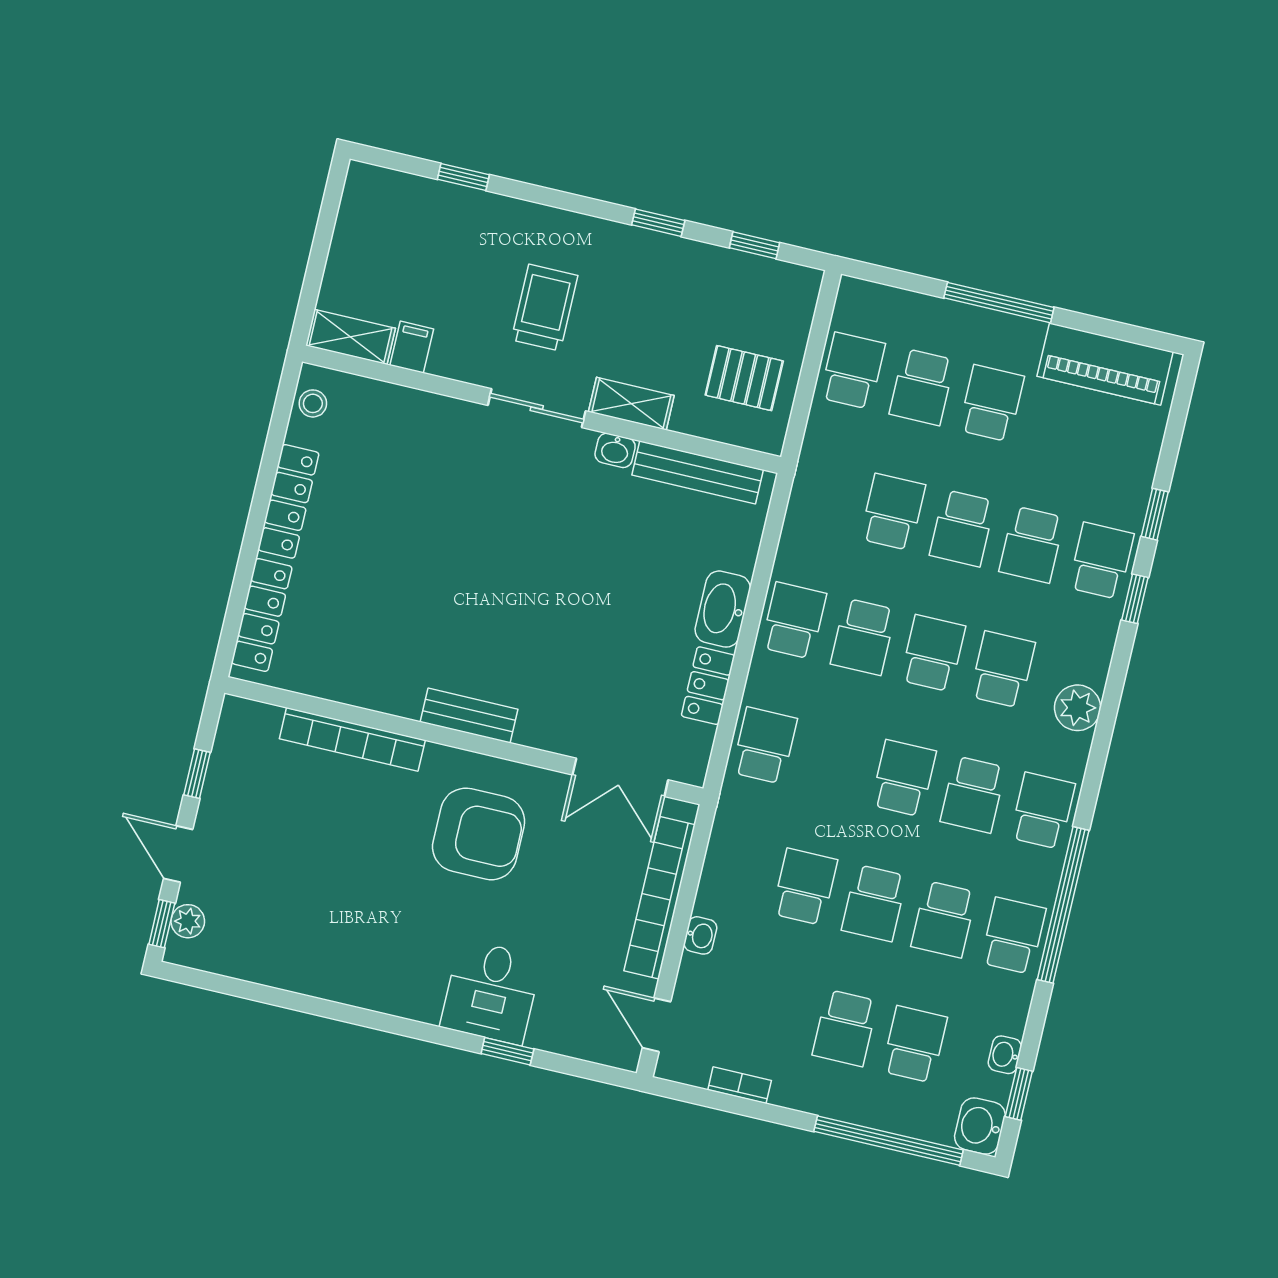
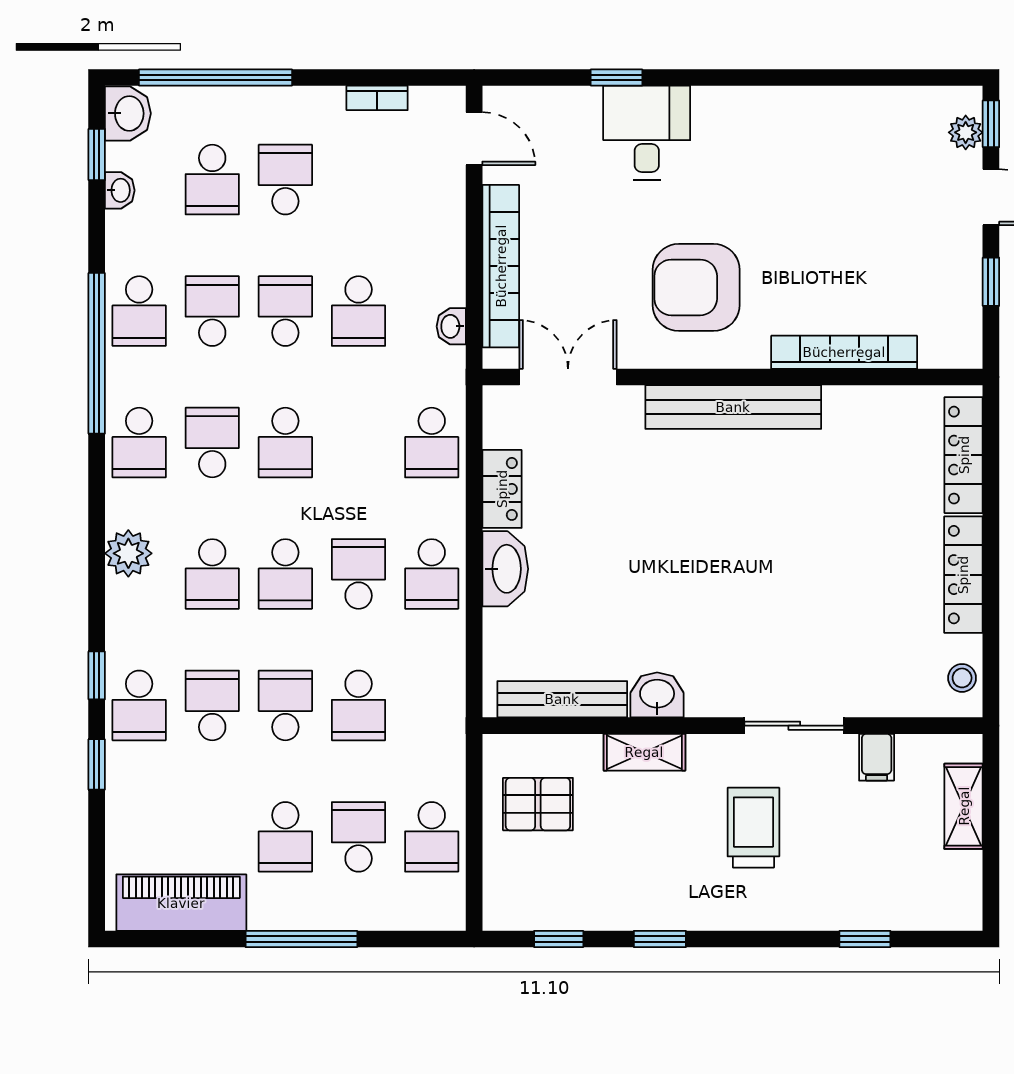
trolley: (545, 308) -> (753, 828), turned 180
shelving: (350, 337) -> (964, 806), moved, turned 90
sliding door: (537, 408) -> (794, 726), moved
washbasin: (615, 450) -> (657, 695), width x1.38, depth x1.45
bench: (469, 716) -> (733, 407), width x1.86, depth x1.21
washbasin: (700, 935) -> (451, 326), moved

